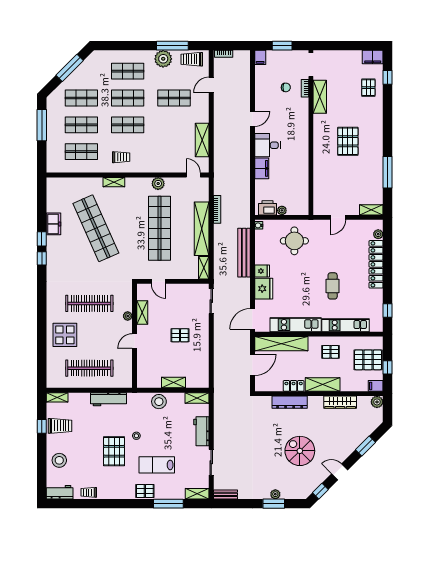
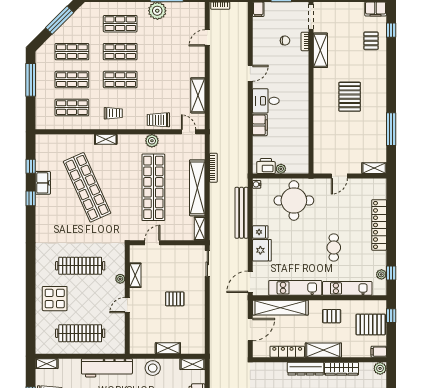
trolley: (192, 59) -> (158, 120), moved
shop shelf: (174, 98) -> (168, 52), removed
plant: (378, 234) -> (381, 274), moved
round table: (294, 241) -> (294, 200), width x1.36, depth x1.36
window: (42, 258) -> (31, 166), moved
door: (159, 281) -> (152, 243), swing flipped
window: (388, 367) -> (391, 316), moved
locker: (294, 386) -> (287, 352), width x1.53
workbench: (108, 399) -> (107, 368), width x1.36, depth x1.32
dresser: (290, 402) -> (306, 369), moved

